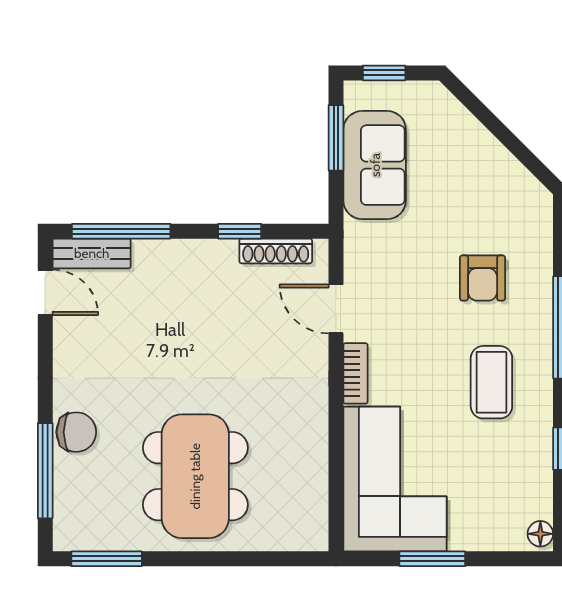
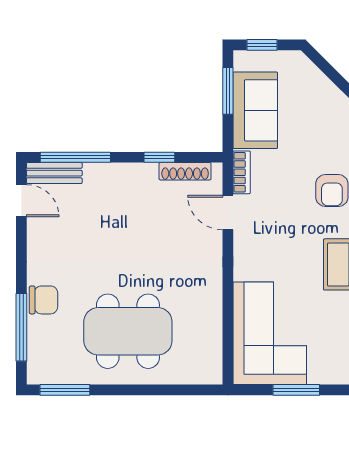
bookcase: (355, 373) -> (242, 172), moved
dining table: (195, 476) -> (128, 331), turned 90

